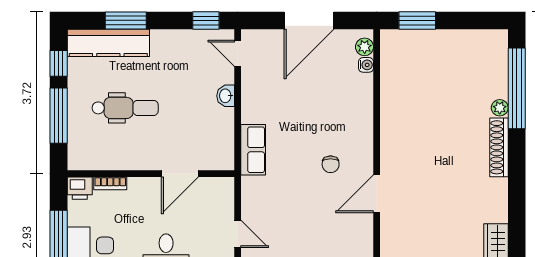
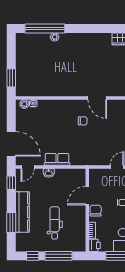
door: (309, 20) -> (11, 144), moved
kitchen counter: (108, 43) -> (22, 212), moved
shoe rack: (499, 147) -> (74, 37), removed
row of seats: (253, 150) -> (57, 159), moved
door: (180, 174) -> (87, 196), swing flipped
chair: (150, 190) -> (96, 211), added

